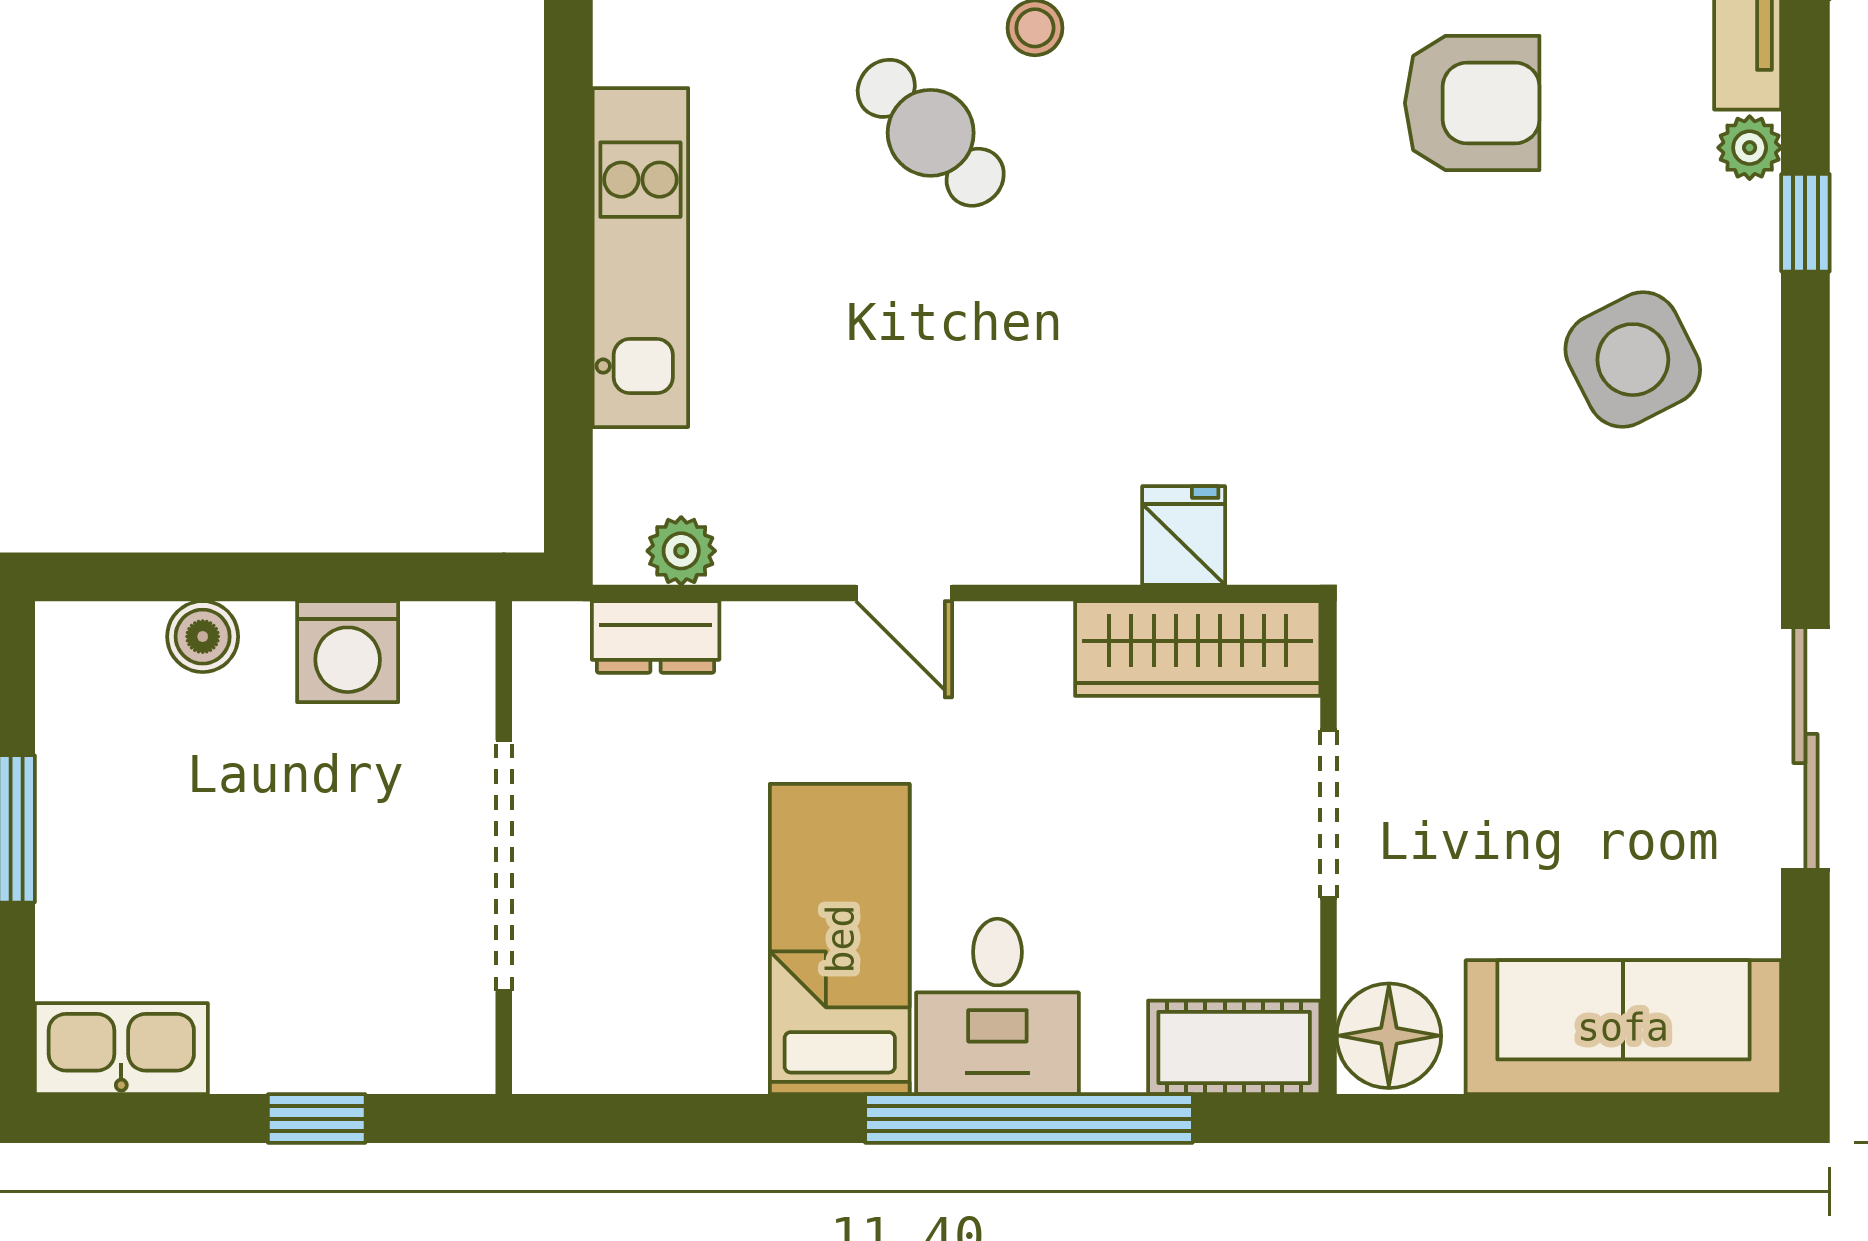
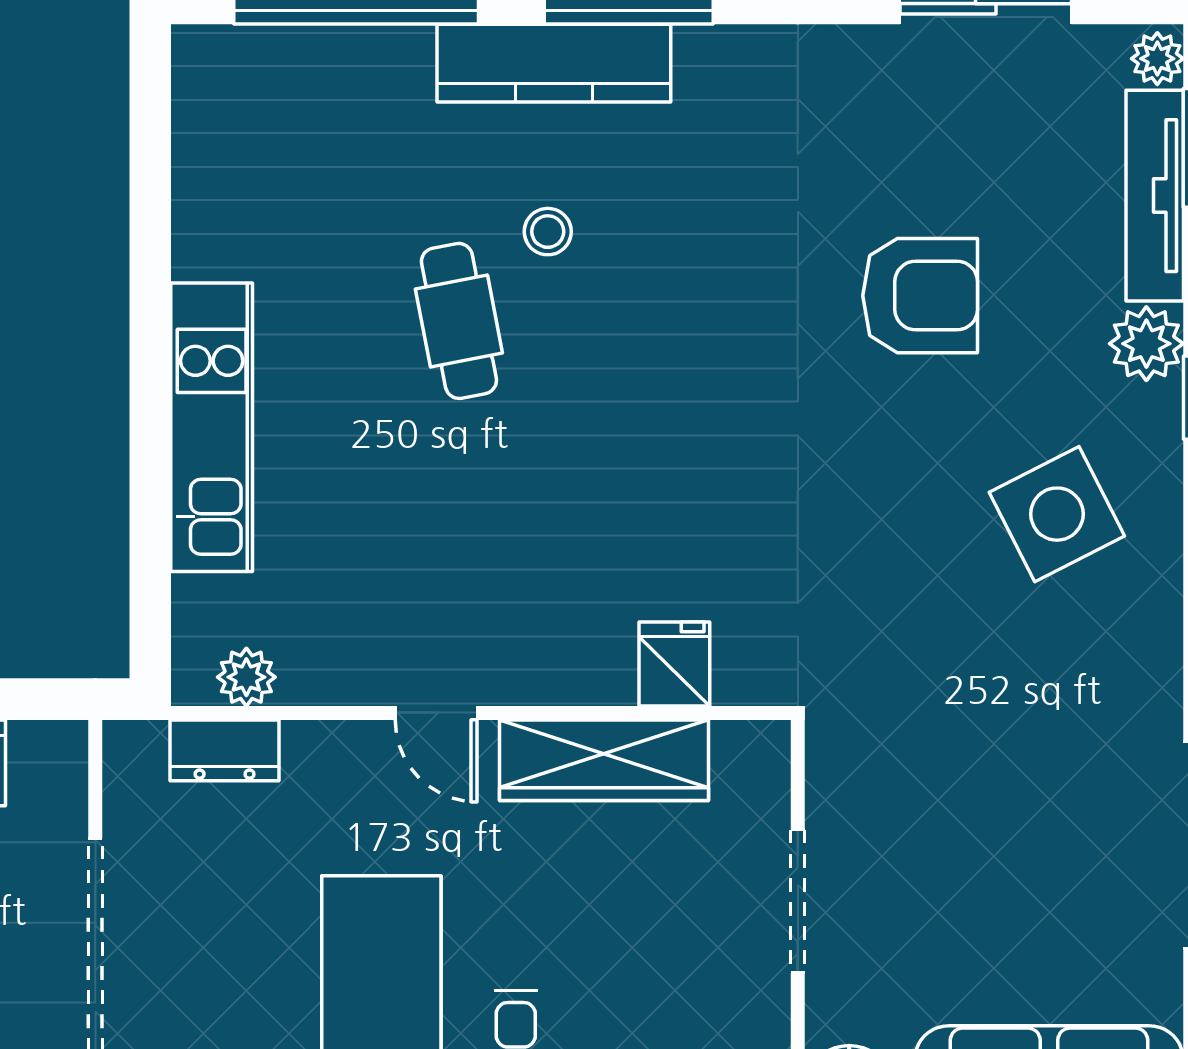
cafe table: (931, 133) -> (459, 321), turned 34
plant: (1750, 148) -> (1146, 344), width x1.38, depth x1.38
wardrobe: (1198, 648) -> (604, 760), moved

